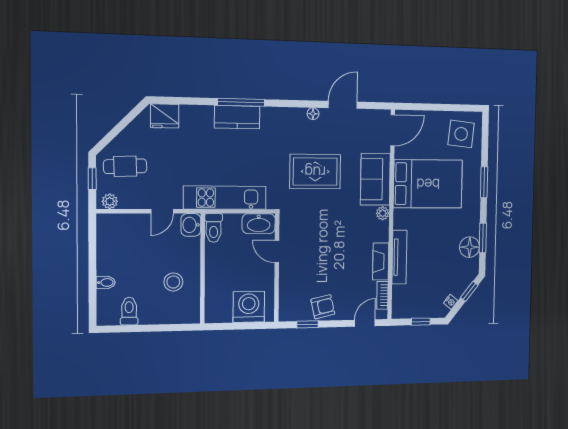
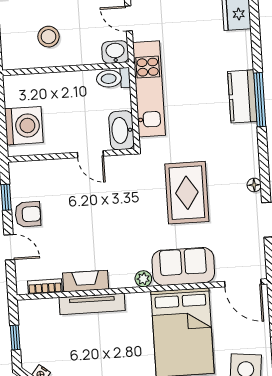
door: (277, 251) -> (90, 154), swing flipped
armchair: (323, 307) -> (28, 214), turned -77
door: (365, 323) -> (9, 247), moved

